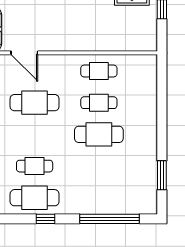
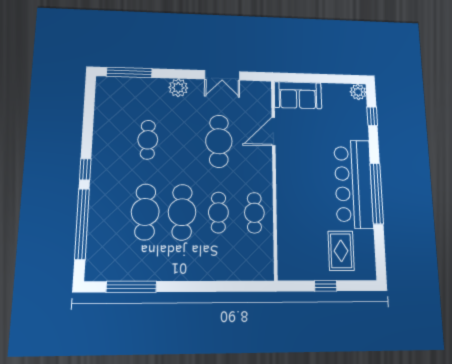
window: (162, 175) -> (131, 287), width x1.44
cafe table: (35, 198) -> (145, 212), moved
window: (46, 219) -> (85, 169), moved

